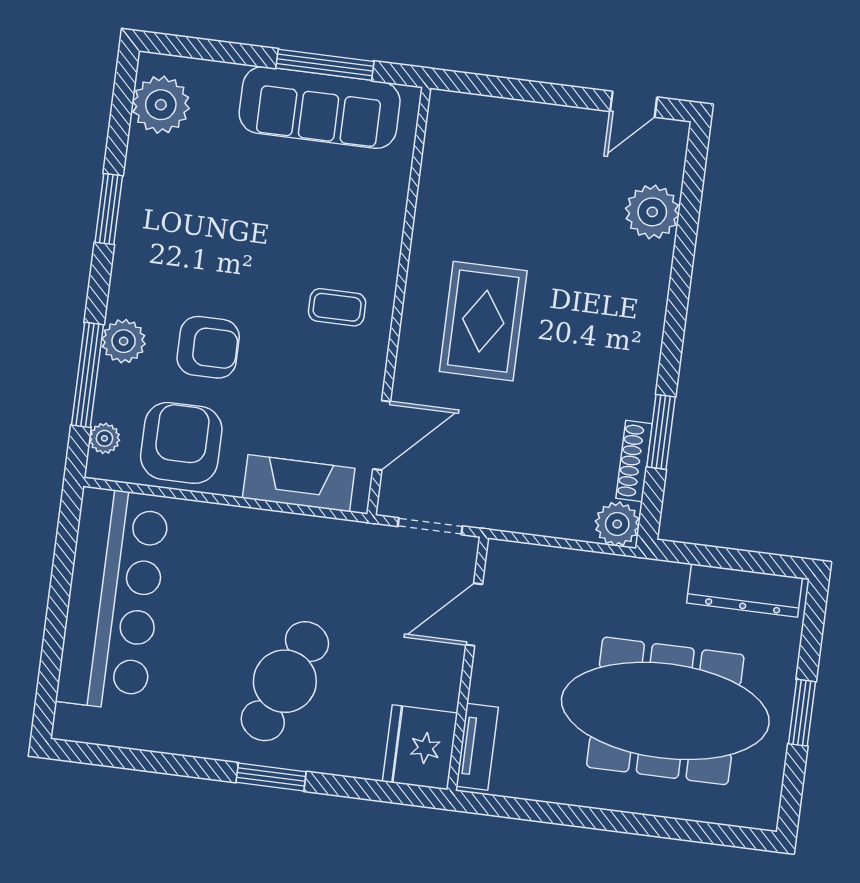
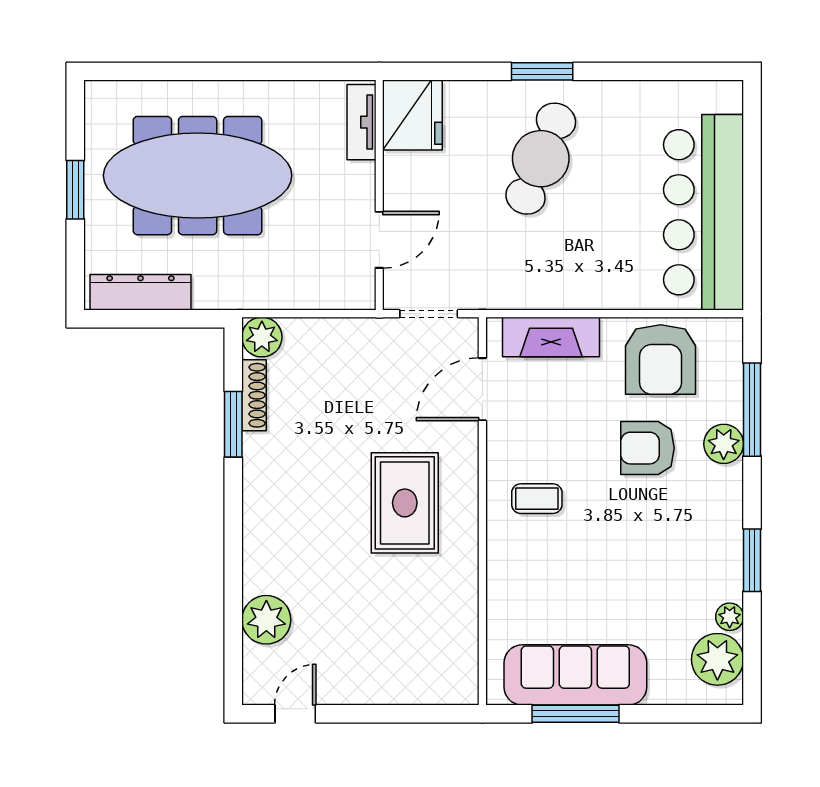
plant: (104, 438) -> (730, 617), moved

